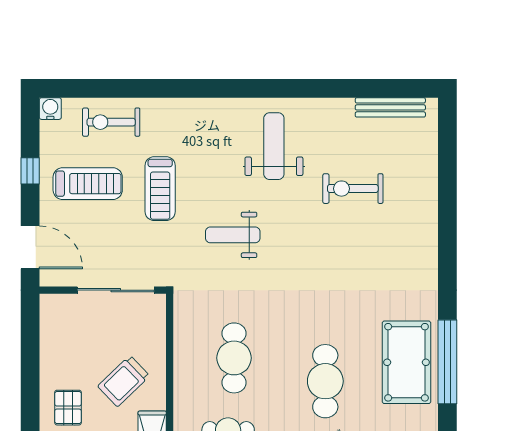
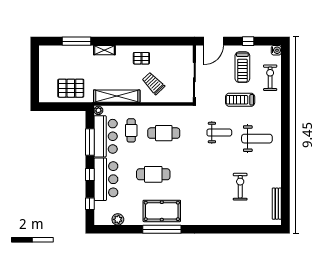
weight bench: (274, 146) -> (257, 139), moved
weight bench: (233, 235) -> (219, 133), turned 90

